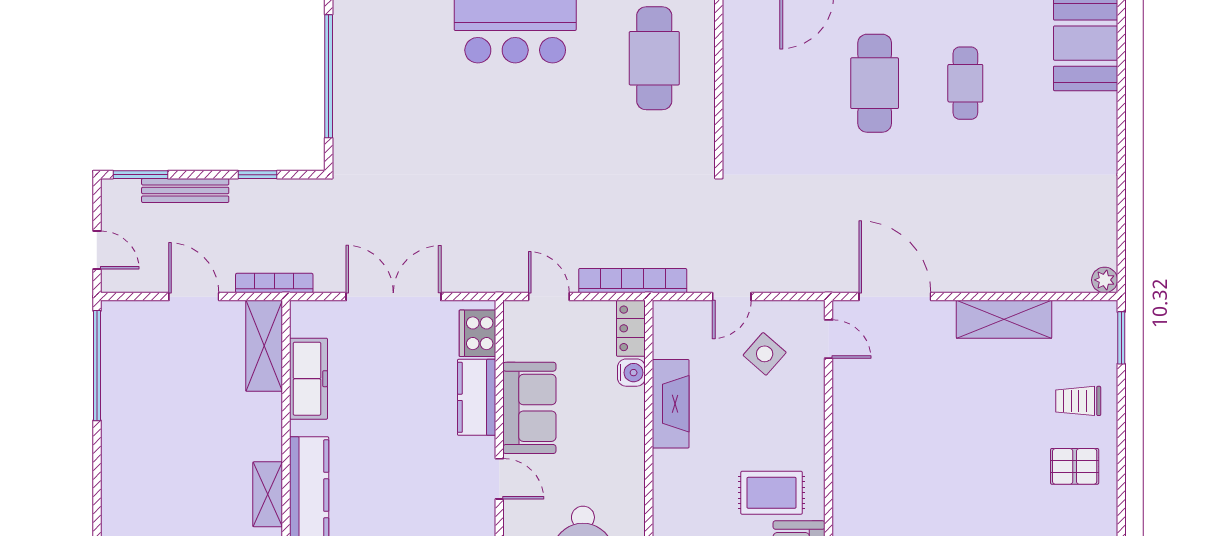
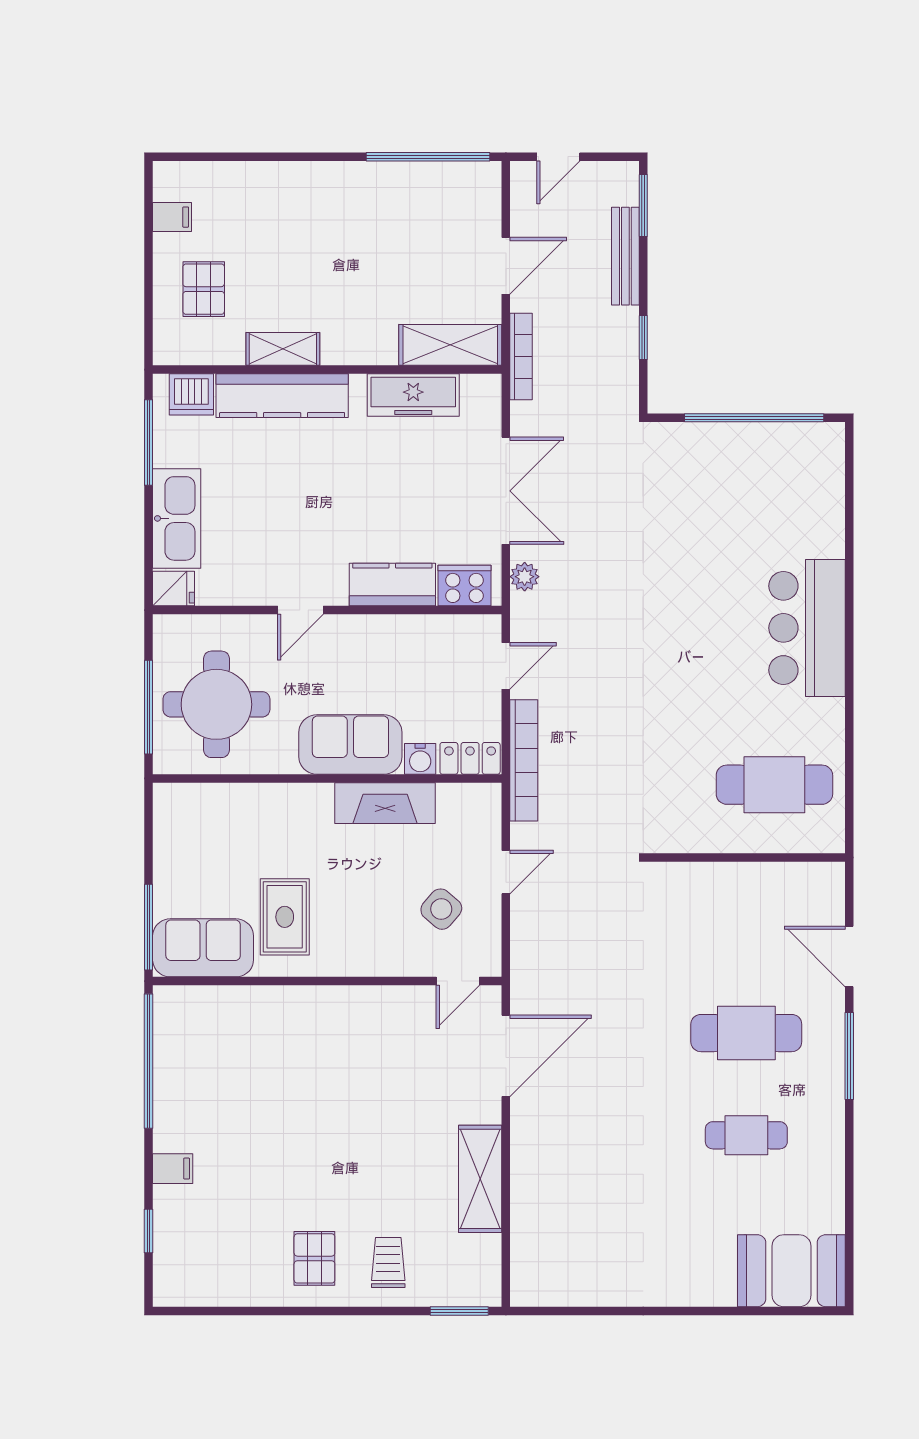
plant: (1105, 280) -> (525, 577), moved
door: (732, 297) -> (506, 872), swing flipped
sofa: (529, 408) -> (350, 744), moved, turned 180

